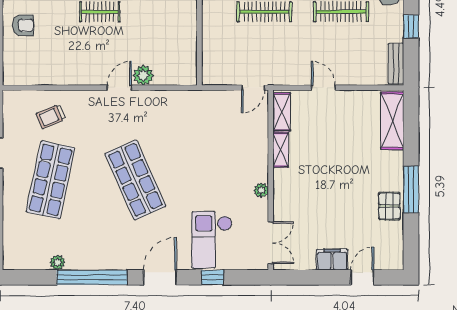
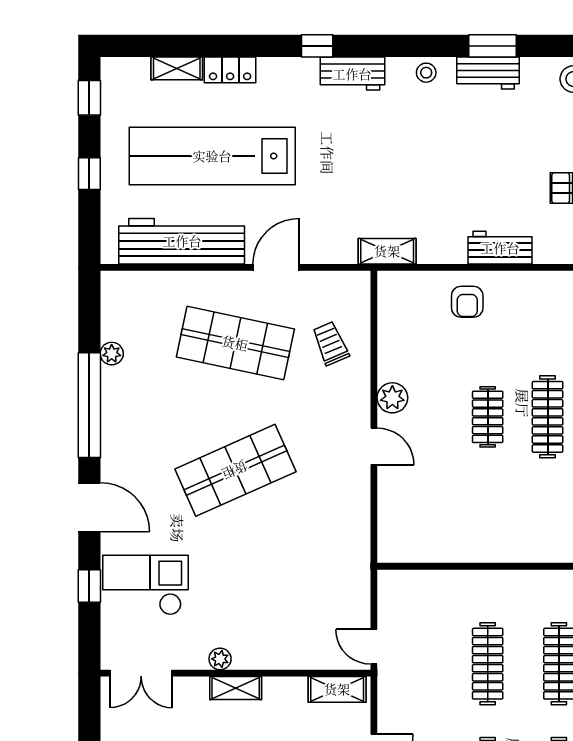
plant: (143, 75) -> (392, 398), moved
shelving: (281, 150) -> (236, 688), moved

